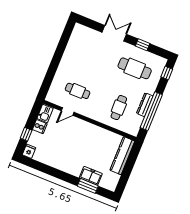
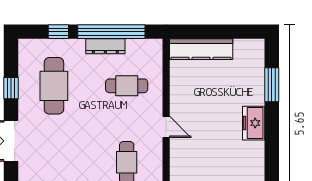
window: (167, 73) -> (58, 32), moved
door: (68, 112) -> (166, 127), moved
freezer: (91, 176) -> (254, 123), moved

